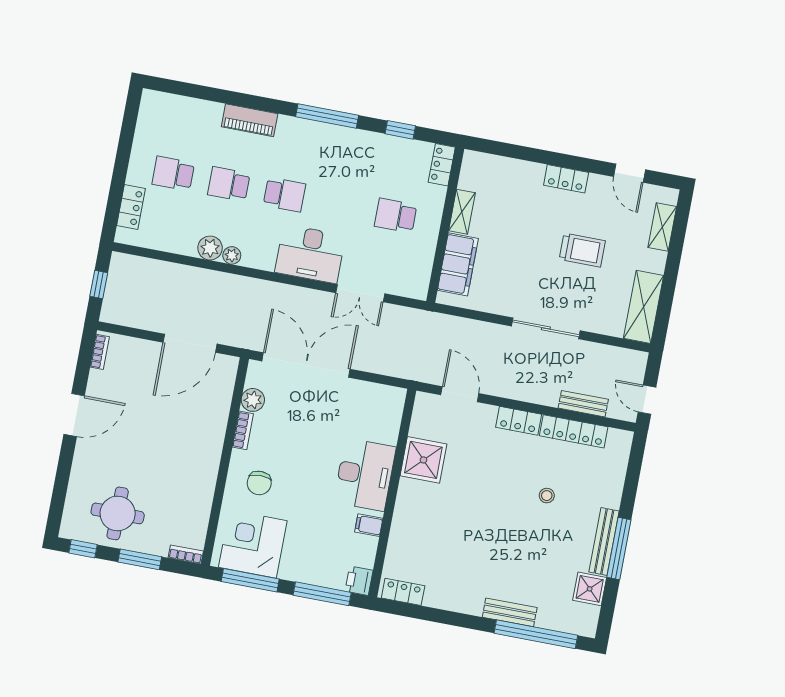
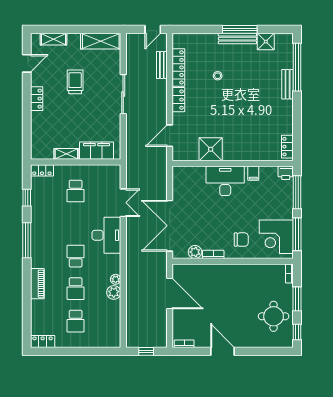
locker: (131, 207) -> (43, 341), moved

